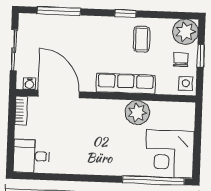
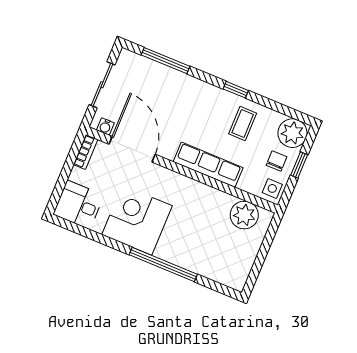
plant: (137, 113) -> (244, 215), moved
corner desk: (170, 154) -> (137, 220), moved, turned 90
window: (153, 180) -> (163, 265), moved

